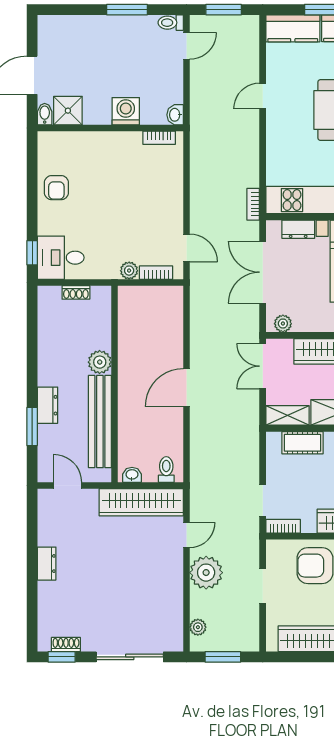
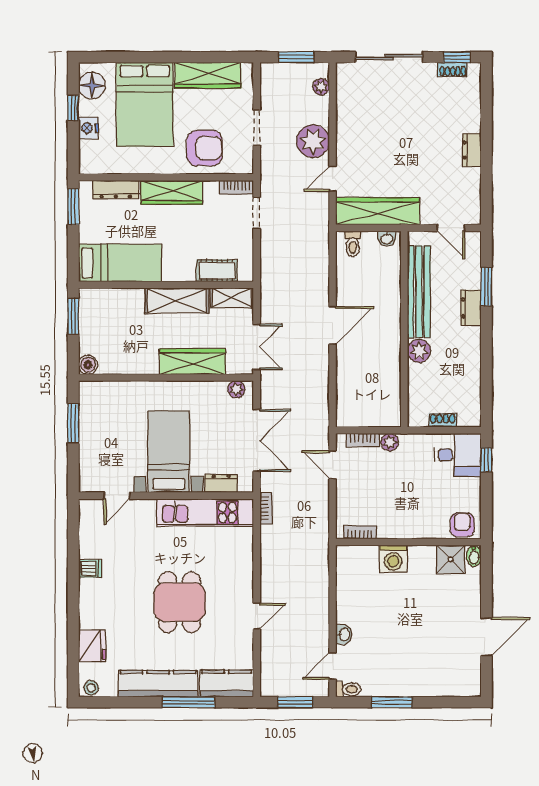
shower: (68, 111) -> (451, 559), moved
washing machine: (126, 111) -> (393, 559), moved
bidet: (45, 114) -> (474, 556), moved
washbasin: (175, 115) -> (344, 634), moved
wall: (110, 128) -> (408, 542), moved
bookcase: (159, 138) -> (360, 532), moved

